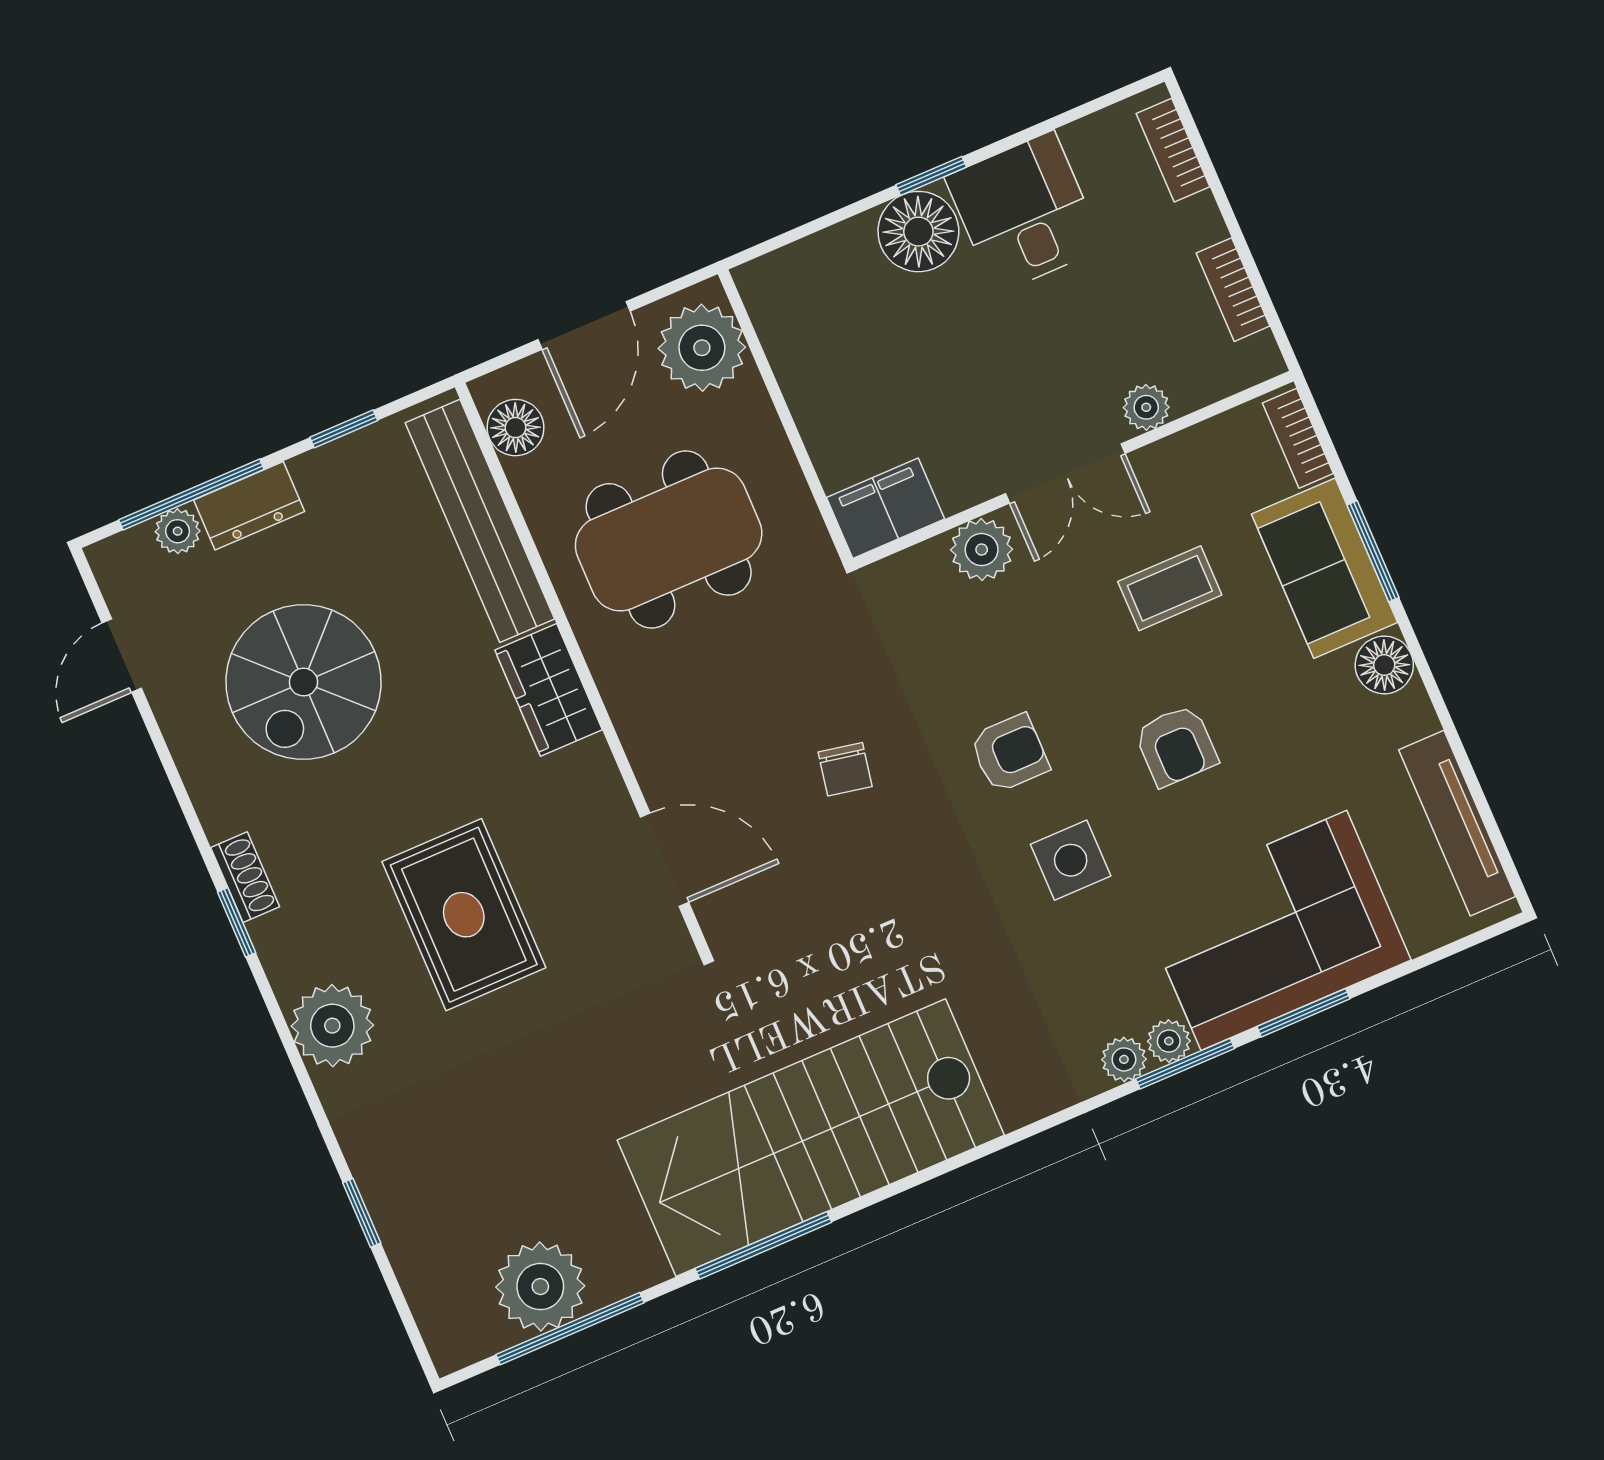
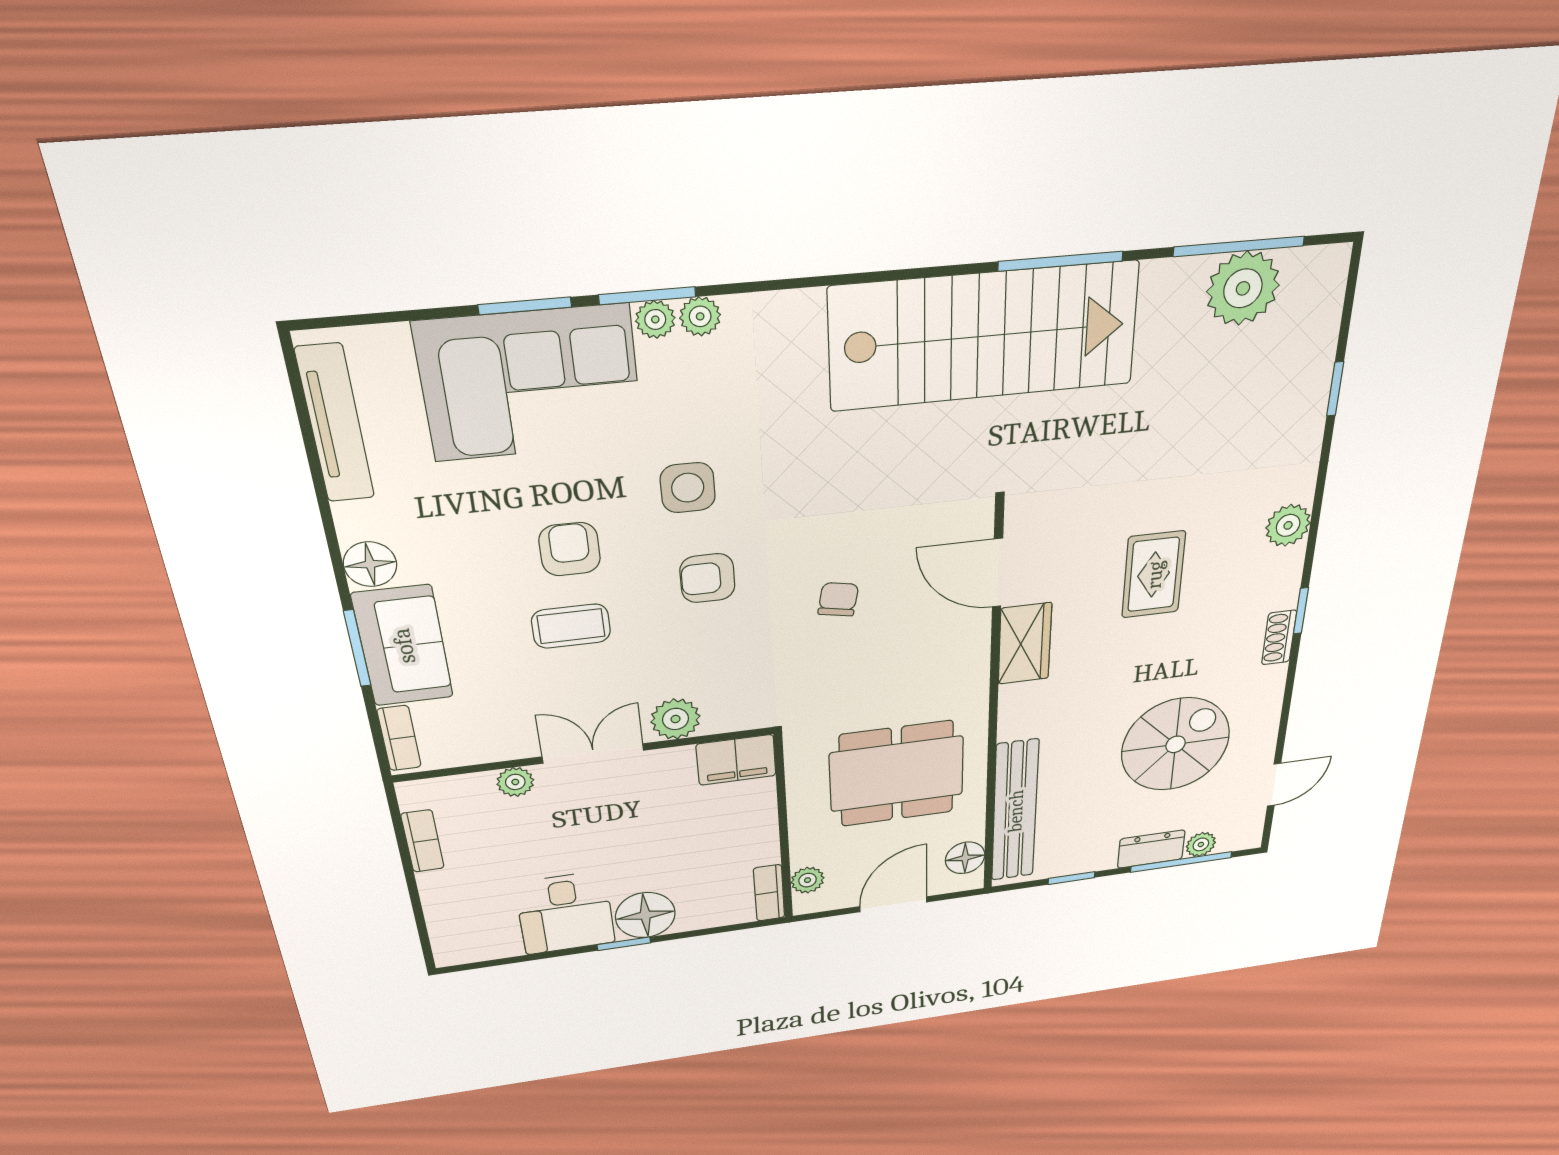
bookcase: (1173, 150) -> (769, 893), moved, turned 180
plant: (702, 348) -> (808, 880), width x0.53, depth x0.53
coffee table: (1170, 588) -> (571, 626), moved
wardrobe: (549, 690) -> (1025, 644), moved
rug: (464, 915) -> (1154, 575), width x0.73, depth x0.70
plant: (332, 1026) -> (1288, 525), width x0.73, depth x0.73

